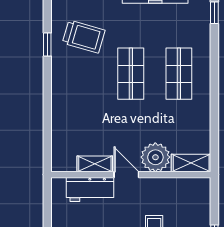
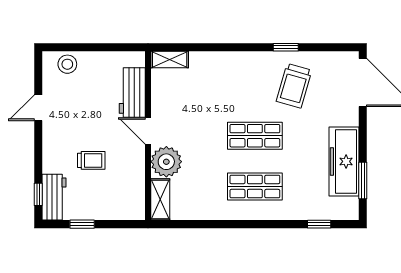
shelving: (95, 164) -> (170, 60), moved, turned 90
door: (126, 175) -> (148, 131), swing flipped

